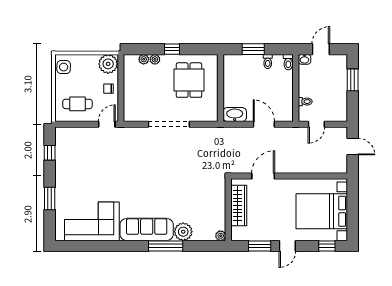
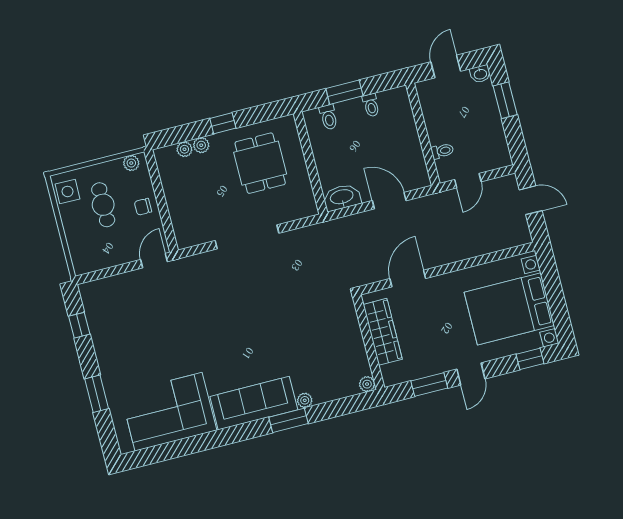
washbasin: (304, 59) -> (480, 74), moved
toilet: (288, 62) -> (329, 117), moved
plant: (108, 64) -> (131, 163), width x0.53, depth x0.53
cafe table: (77, 104) -> (103, 205), moved, turned 90
plant: (183, 232) -> (305, 400), width x0.53, depth x0.53
window: (166, 246) -> (288, 420), width x0.69

